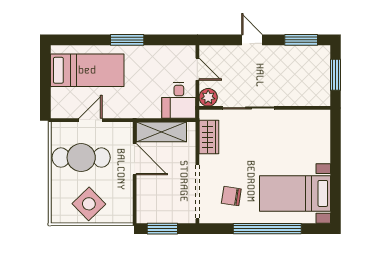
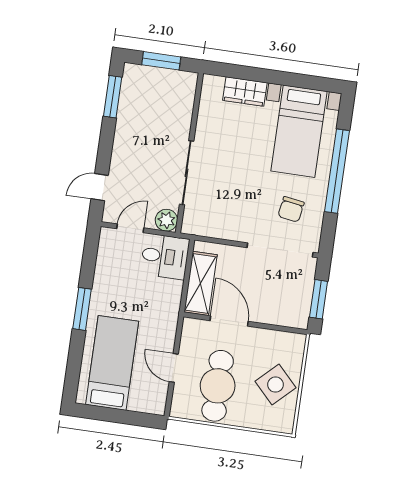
door: (252, 40) -> (100, 187), moved
wardrobe: (209, 137) -> (245, 92), moved, turned 180
door: (135, 159) -> (229, 321), hinge flipped

